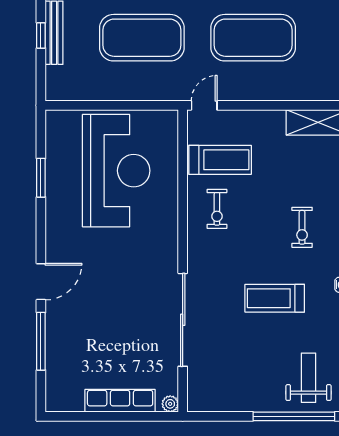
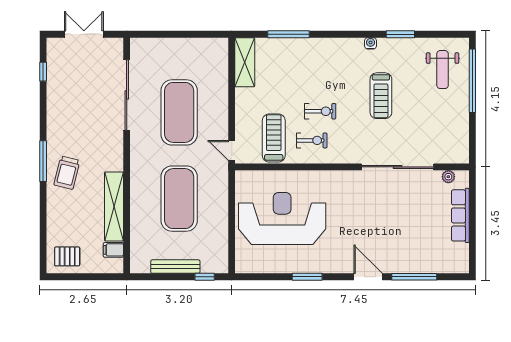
window: (41, 35) -> (205, 277), moved
window: (41, 178) -> (307, 277), moved
exercise bike: (302, 227) -> (320, 111), moved
weight bench: (308, 378) -> (443, 70), turned -90
plant: (170, 404) -> (448, 177), moved

